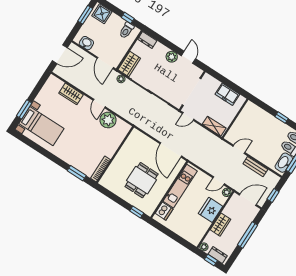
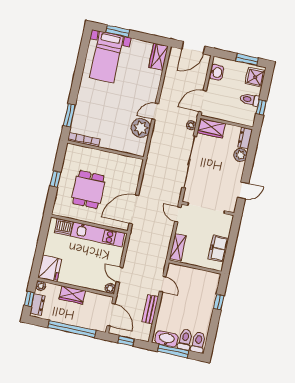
toilet: (127, 30) -> (250, 100), moved
door: (60, 54) -> (193, 48), hinge flipped
plant: (172, 57) -> (240, 155), moved
wardrobe: (71, 94) -> (158, 57), moved
window: (282, 118) -> (219, 302), moved
dining table: (142, 180) -> (88, 190), turned 90
fridge: (210, 210) -> (50, 268), moved, turned 90
window: (137, 212) -> (55, 179), moved
window: (248, 235) -> (72, 329), width x1.46

